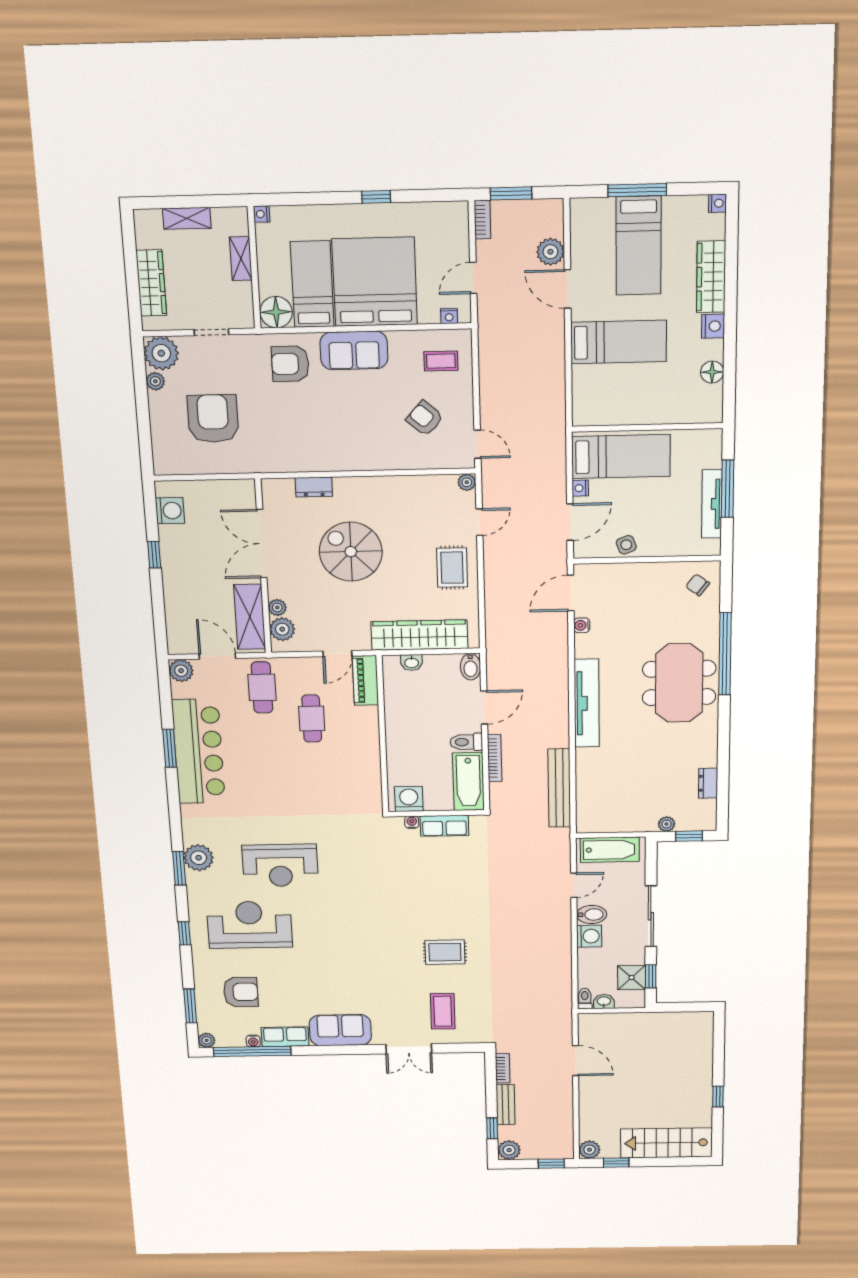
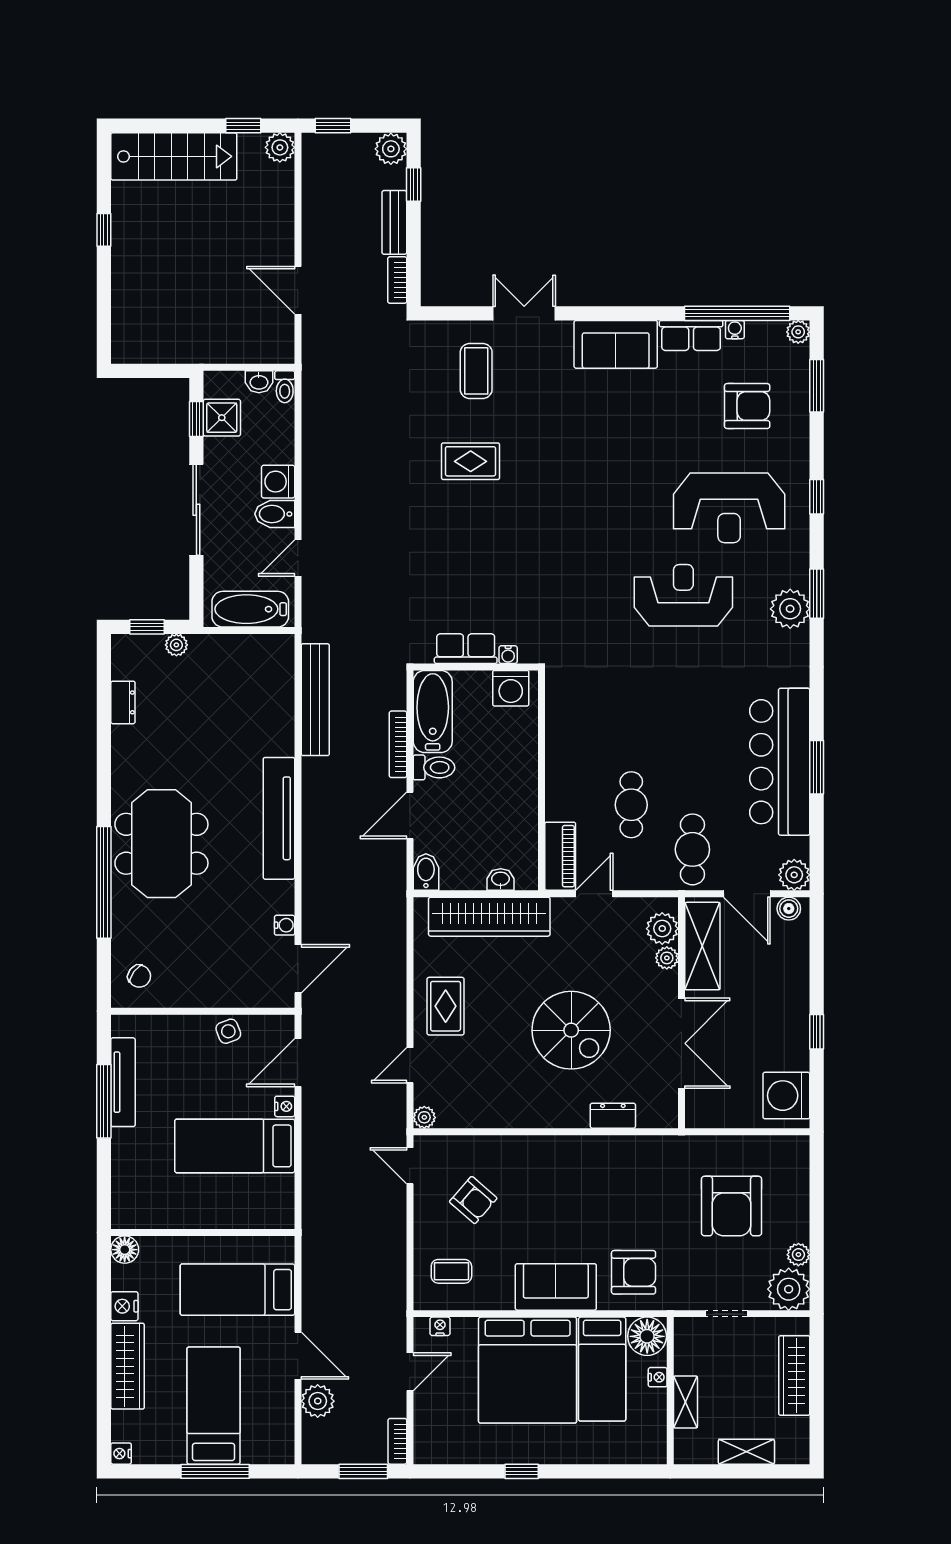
nightstand: (262, 214) -> (658, 1377), moved
wall: (647, 427) -> (203, 1232), moved
washing machine: (170, 511) -> (786, 1096), width x1.37, depth x1.37
boiler: (183, 646) -> (789, 909), added
armchair: (241, 992) -> (747, 406), turned 180

